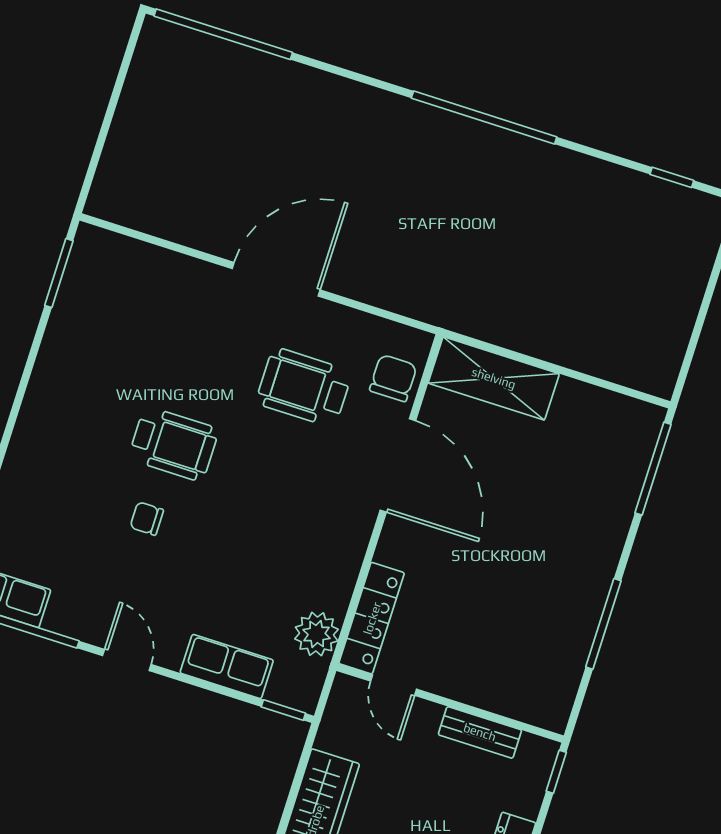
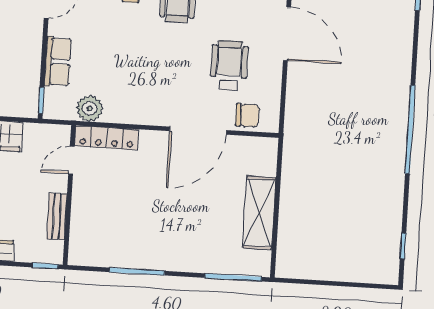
shelving: (494, 378) -> (259, 213), moved

